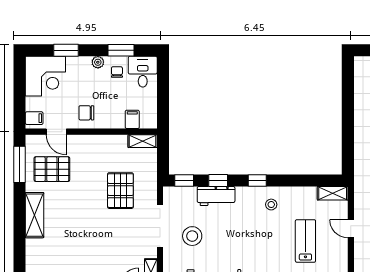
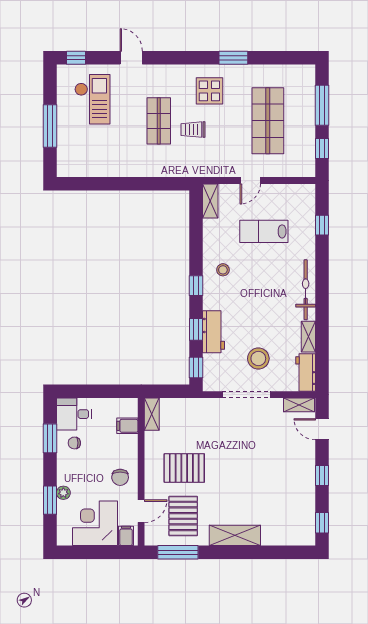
plant: (98, 62) -> (63, 493), moved
corner desk: (45, 76) -> (95, 523), moved, turned -90
pallet: (120, 191) -> (184, 468), moved

